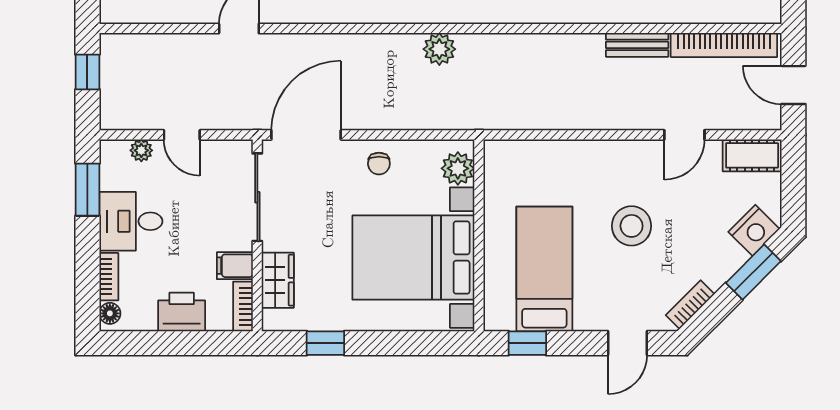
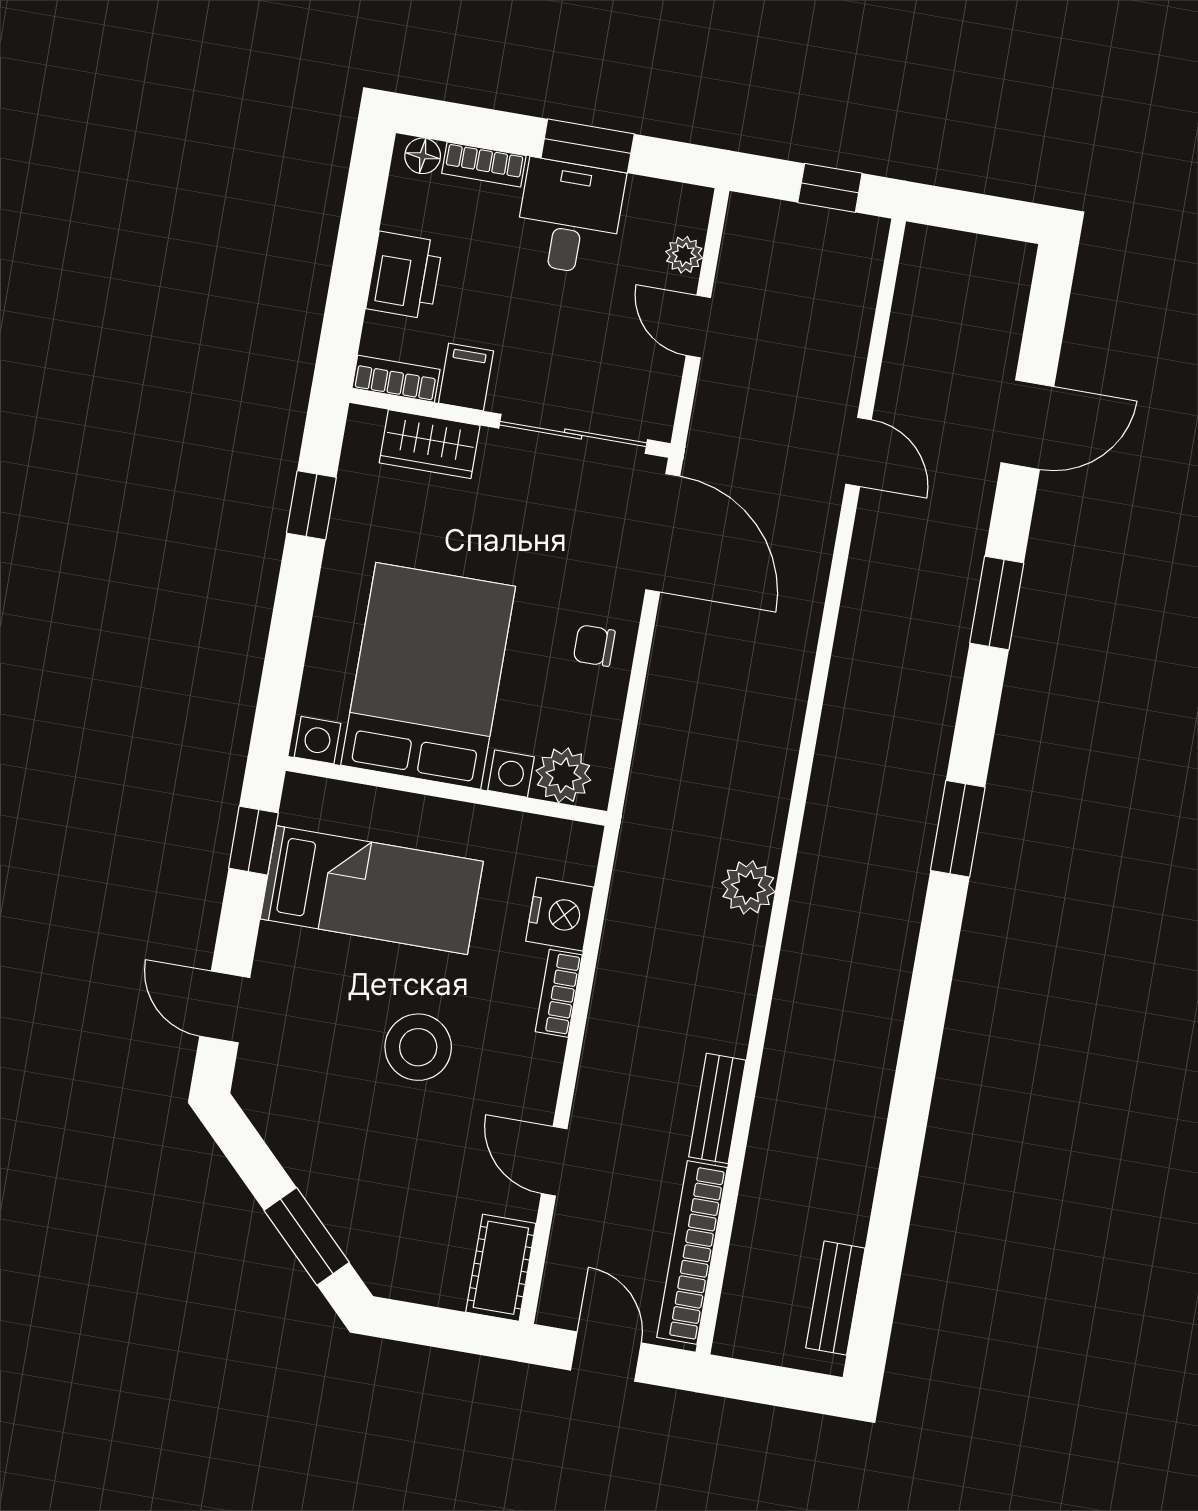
plant: (439, 49) -> (748, 887), moved
door: (793, 85) -> (606, 1356), hinge flipped
door: (182, 135) -> (698, 326), hinge flipped
window: (87, 190) -> (588, 146), moved
nightstand: (754, 230) -> (560, 914), moved, turned -135
bookcase: (690, 305) -> (559, 993), moved, turned -135

